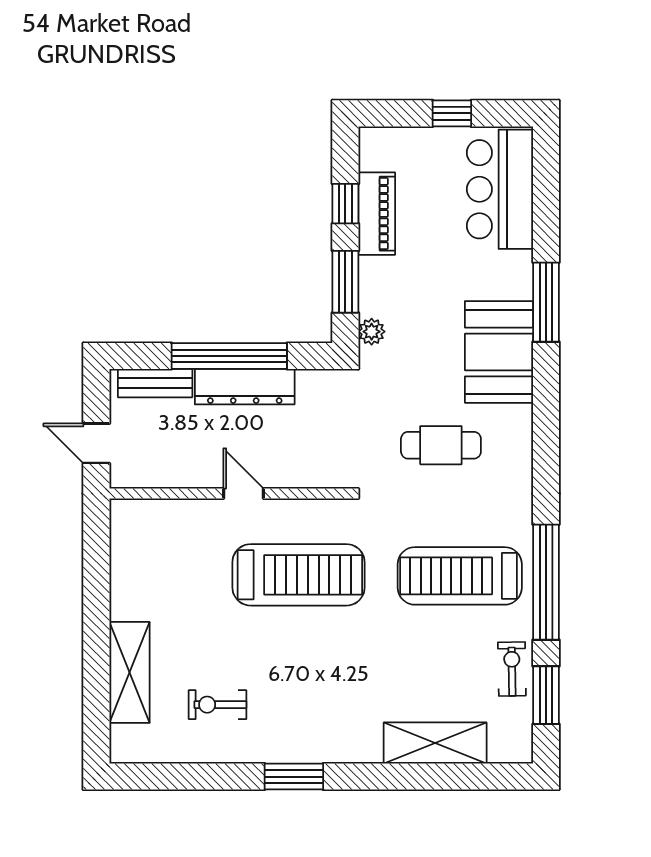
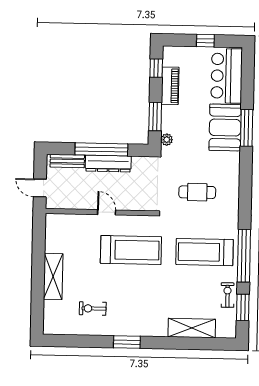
window: (345, 204) -> (156, 68), moved
booth: (499, 352) -> (225, 127), moved
shelving: (129, 672) -> (53, 276), moved

